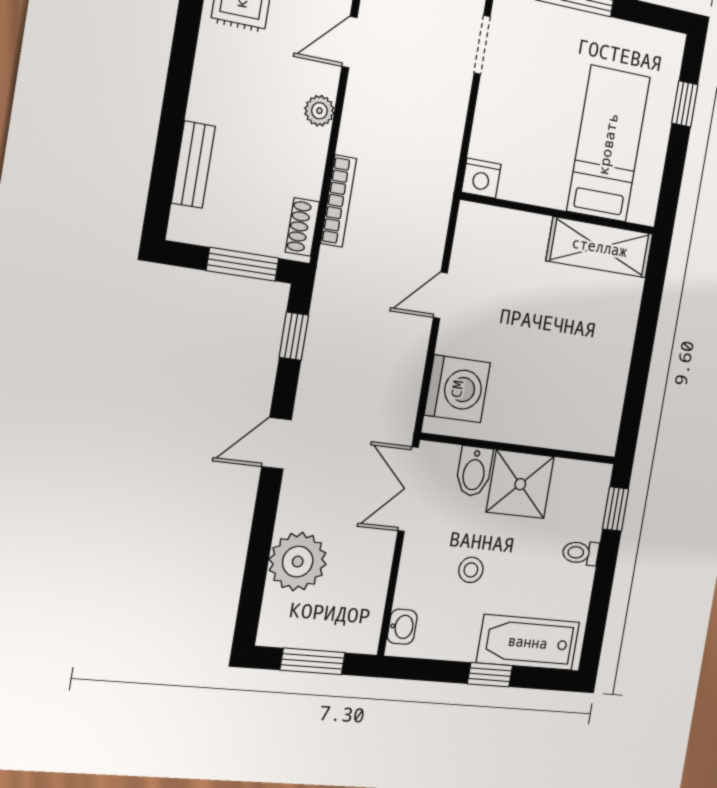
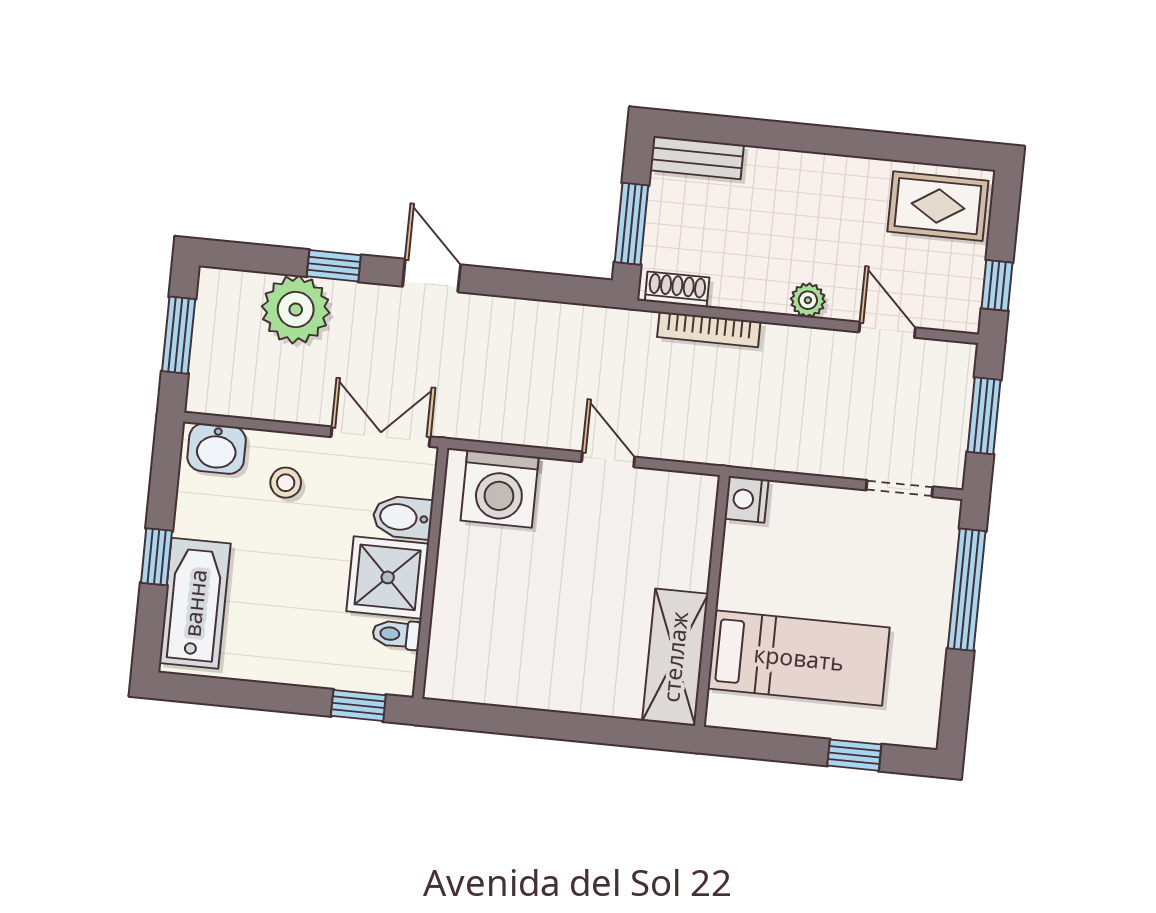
bench: (193, 165) -> (697, 158), moved
window: (294, 336) -> (334, 266), moved
toilet: (581, 553) -> (396, 634), moved, turned -90
stool: (471, 570) -> (286, 483), moved
washbasin: (402, 627) -> (217, 449), width x1.38, depth x1.45

